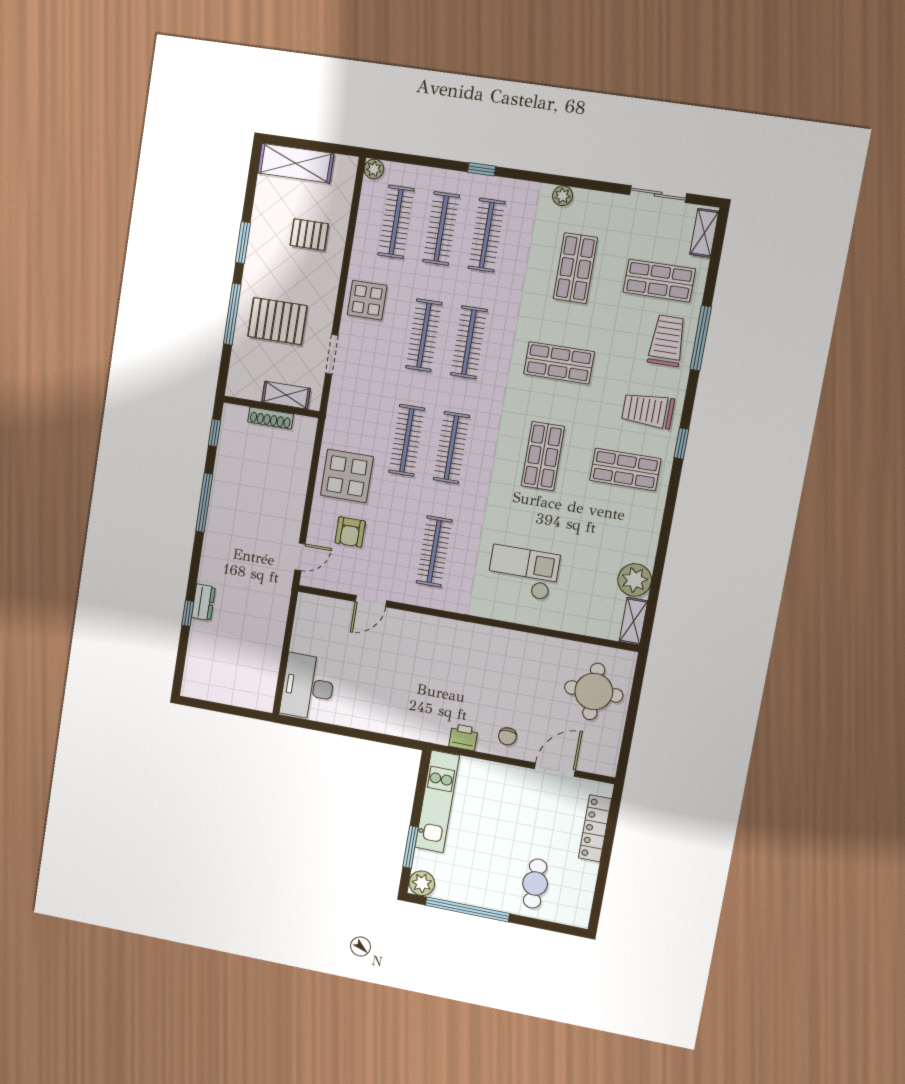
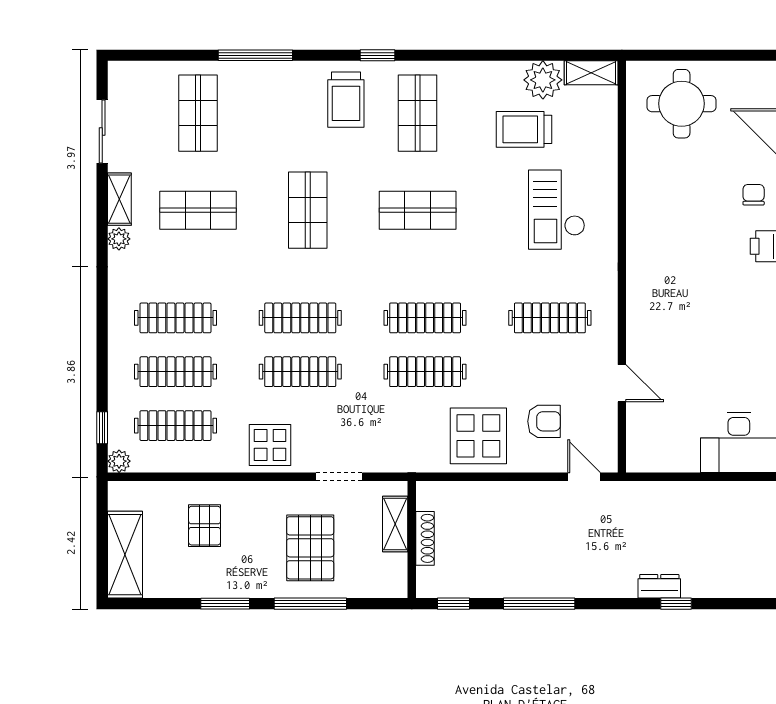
window: (482, 169) -> (102, 428), moved
shelving: (704, 233) -> (119, 199), moved, turned 90
trolley: (667, 341) -> (524, 129), moved
chair: (507, 736) -> (754, 195), turned -90

